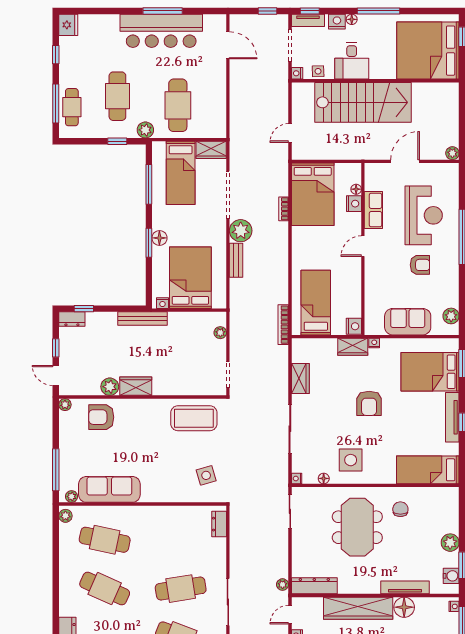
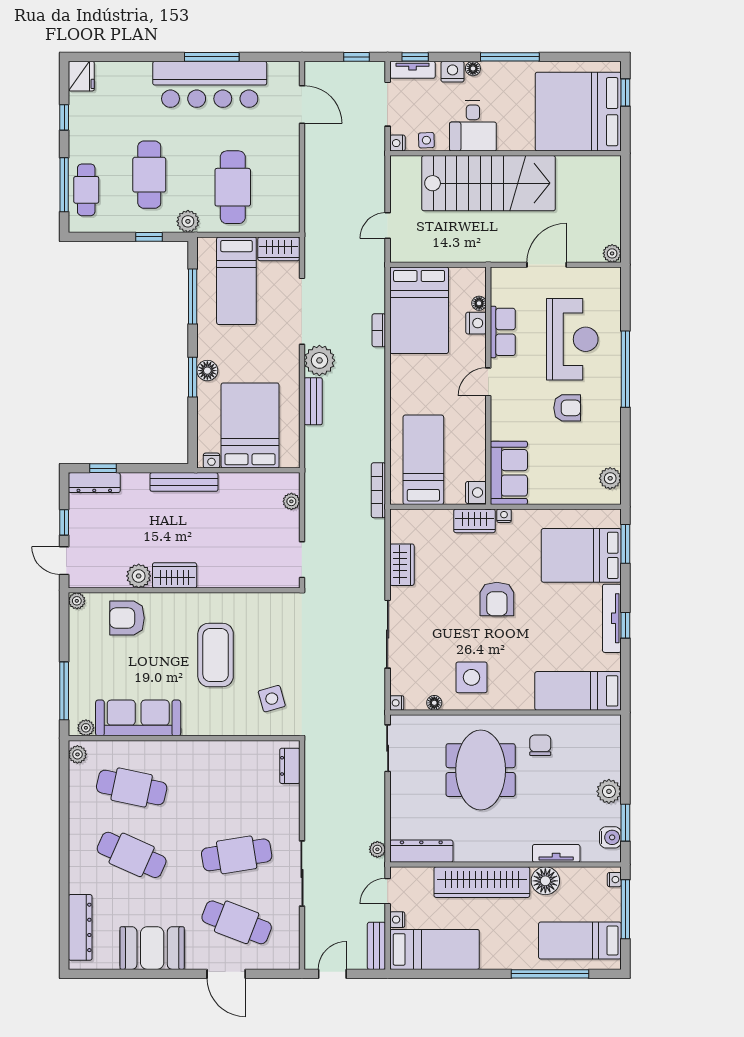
dresser: (72, 319) -> (94, 483), width x1.44
sofa: (408, 322) -> (509, 473), moved, turned 90
coffee table: (194, 418) -> (216, 655), moved, turned 90
tv unit: (405, 587) -> (556, 853), width x0.71

